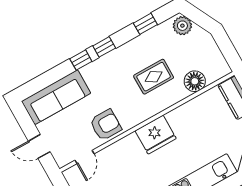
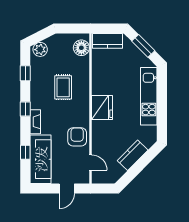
window: (81, 60) -> (25, 152), moved
fireplace: (96, 67) -> (35, 122), added
floor lamp: (195, 81) -> (81, 48), moved

